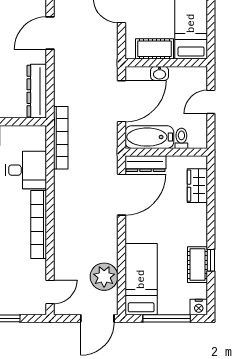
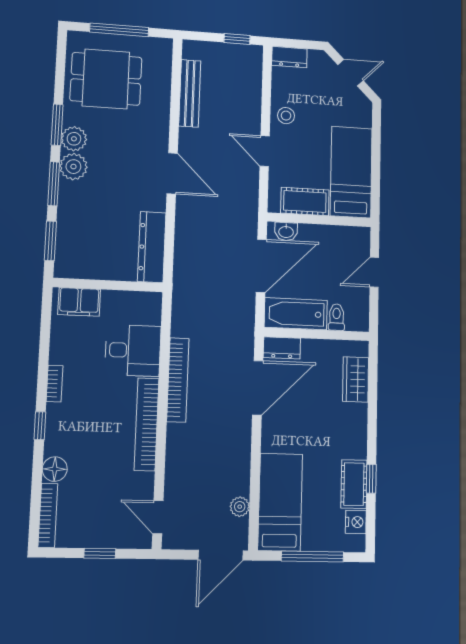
door: (50, 33) -> (172, 173), swing flipped
washbasin: (160, 73) -> (286, 231), moved
bookcase: (61, 138) -> (178, 380), moved
dresser: (145, 164) -> (282, 348), width x0.70
plant: (104, 277) -> (240, 507), width x0.53, depth x0.53
door: (50, 292) -> (158, 517), swing flipped
nightstand: (199, 307) -> (356, 522), moved, turned -90

